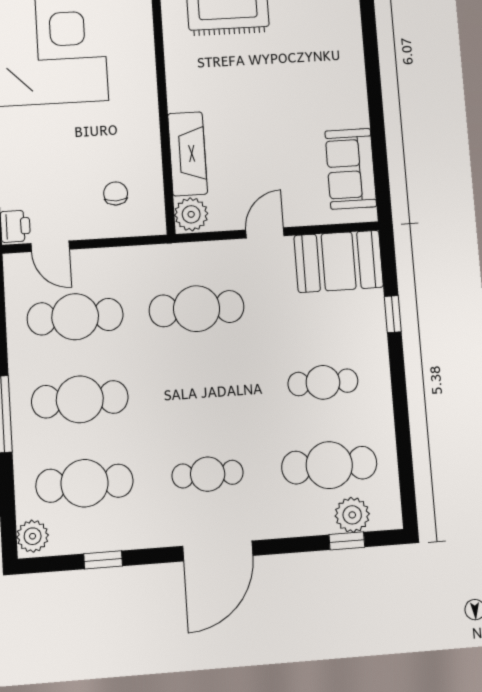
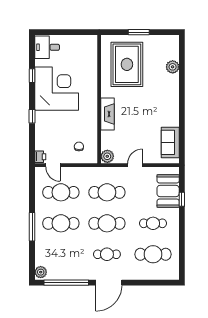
fireplace: (188, 154) -> (107, 114), moved
booth: (339, 261) -> (168, 191), moved, turned 90
cafe table: (84, 483) -> (107, 223), moved
plant: (352, 515) -> (160, 273), removed
window: (347, 541) -> (157, 283), removed
window: (103, 560) -> (66, 283), width x3.17

